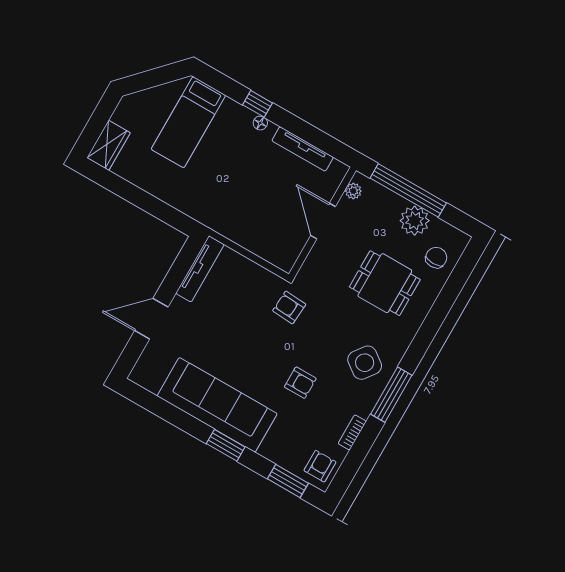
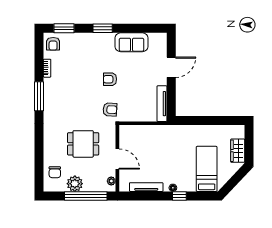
wardrobe: (109, 145) -> (238, 151), moved
dining table: (385, 283) -> (83, 144), moved
side table: (365, 363) -> (60, 104), removed
armchair: (300, 383) -> (110, 79), moved
sofa: (217, 405) -> (131, 42), width x0.54, depth x0.79

